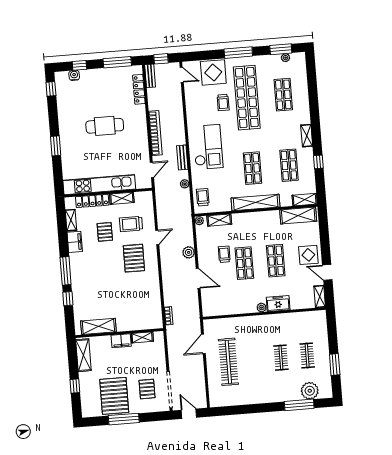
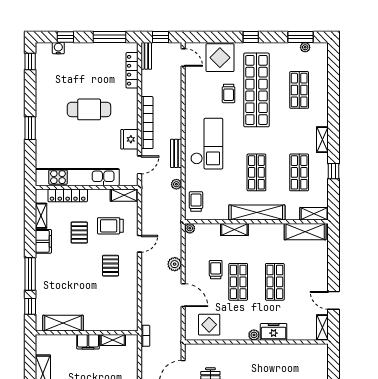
window: (238, 53) -> (251, 37), width x0.46
fridge: (141, 149) -> (129, 139), added
shelving: (122, 198) -> (124, 195), moved
shelving: (219, 220) -> (234, 230), moved
display table: (308, 255) -> (209, 325), moved
pallet: (134, 258) -> (111, 266), width x0.67, depth x0.71
shelving: (98, 326) -> (63, 323), moved
wall: (119, 333) -> (87, 333), moved
shelving: (142, 337) -> (113, 340), moved
filing cabinet: (121, 341) -> (88, 342), moved

